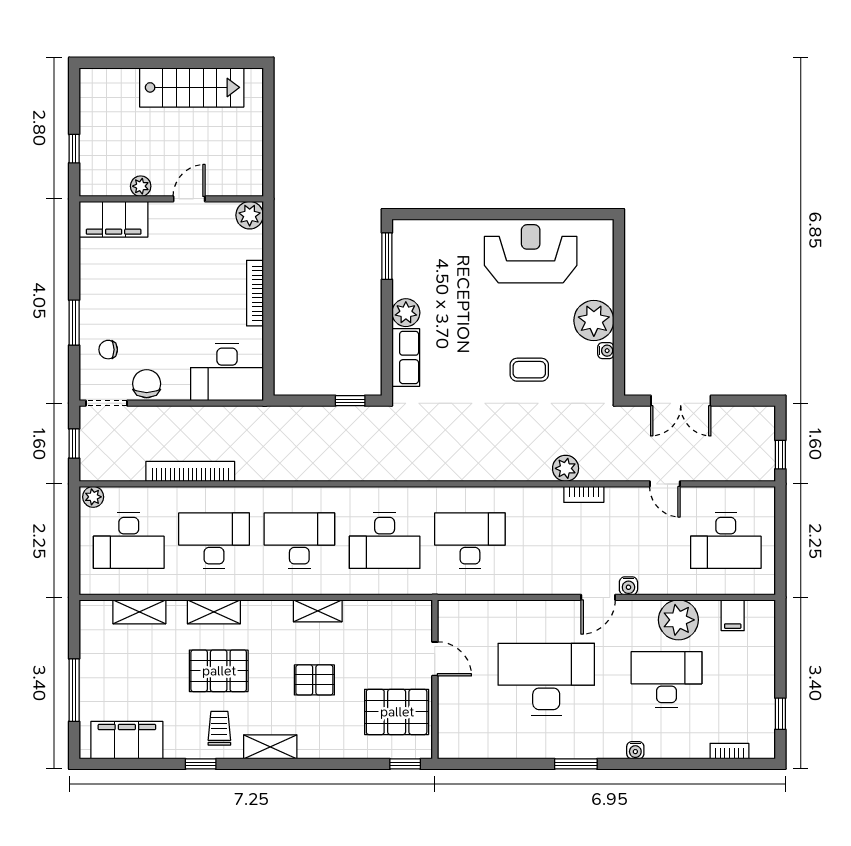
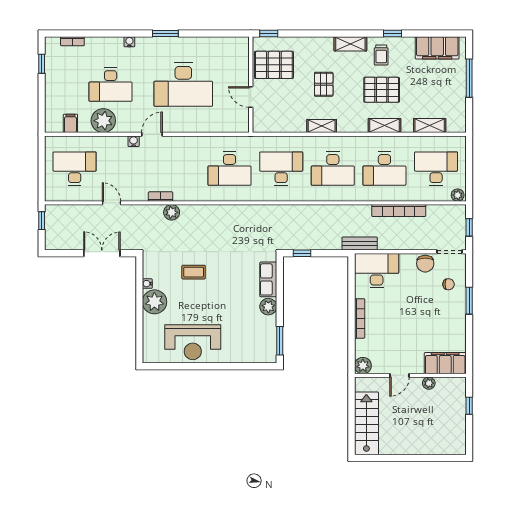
stairs: (192, 87) -> (366, 423), moved, turned 90
bench: (255, 417) -> (360, 244), added
pallet: (314, 680) -> (324, 84), turned 90

